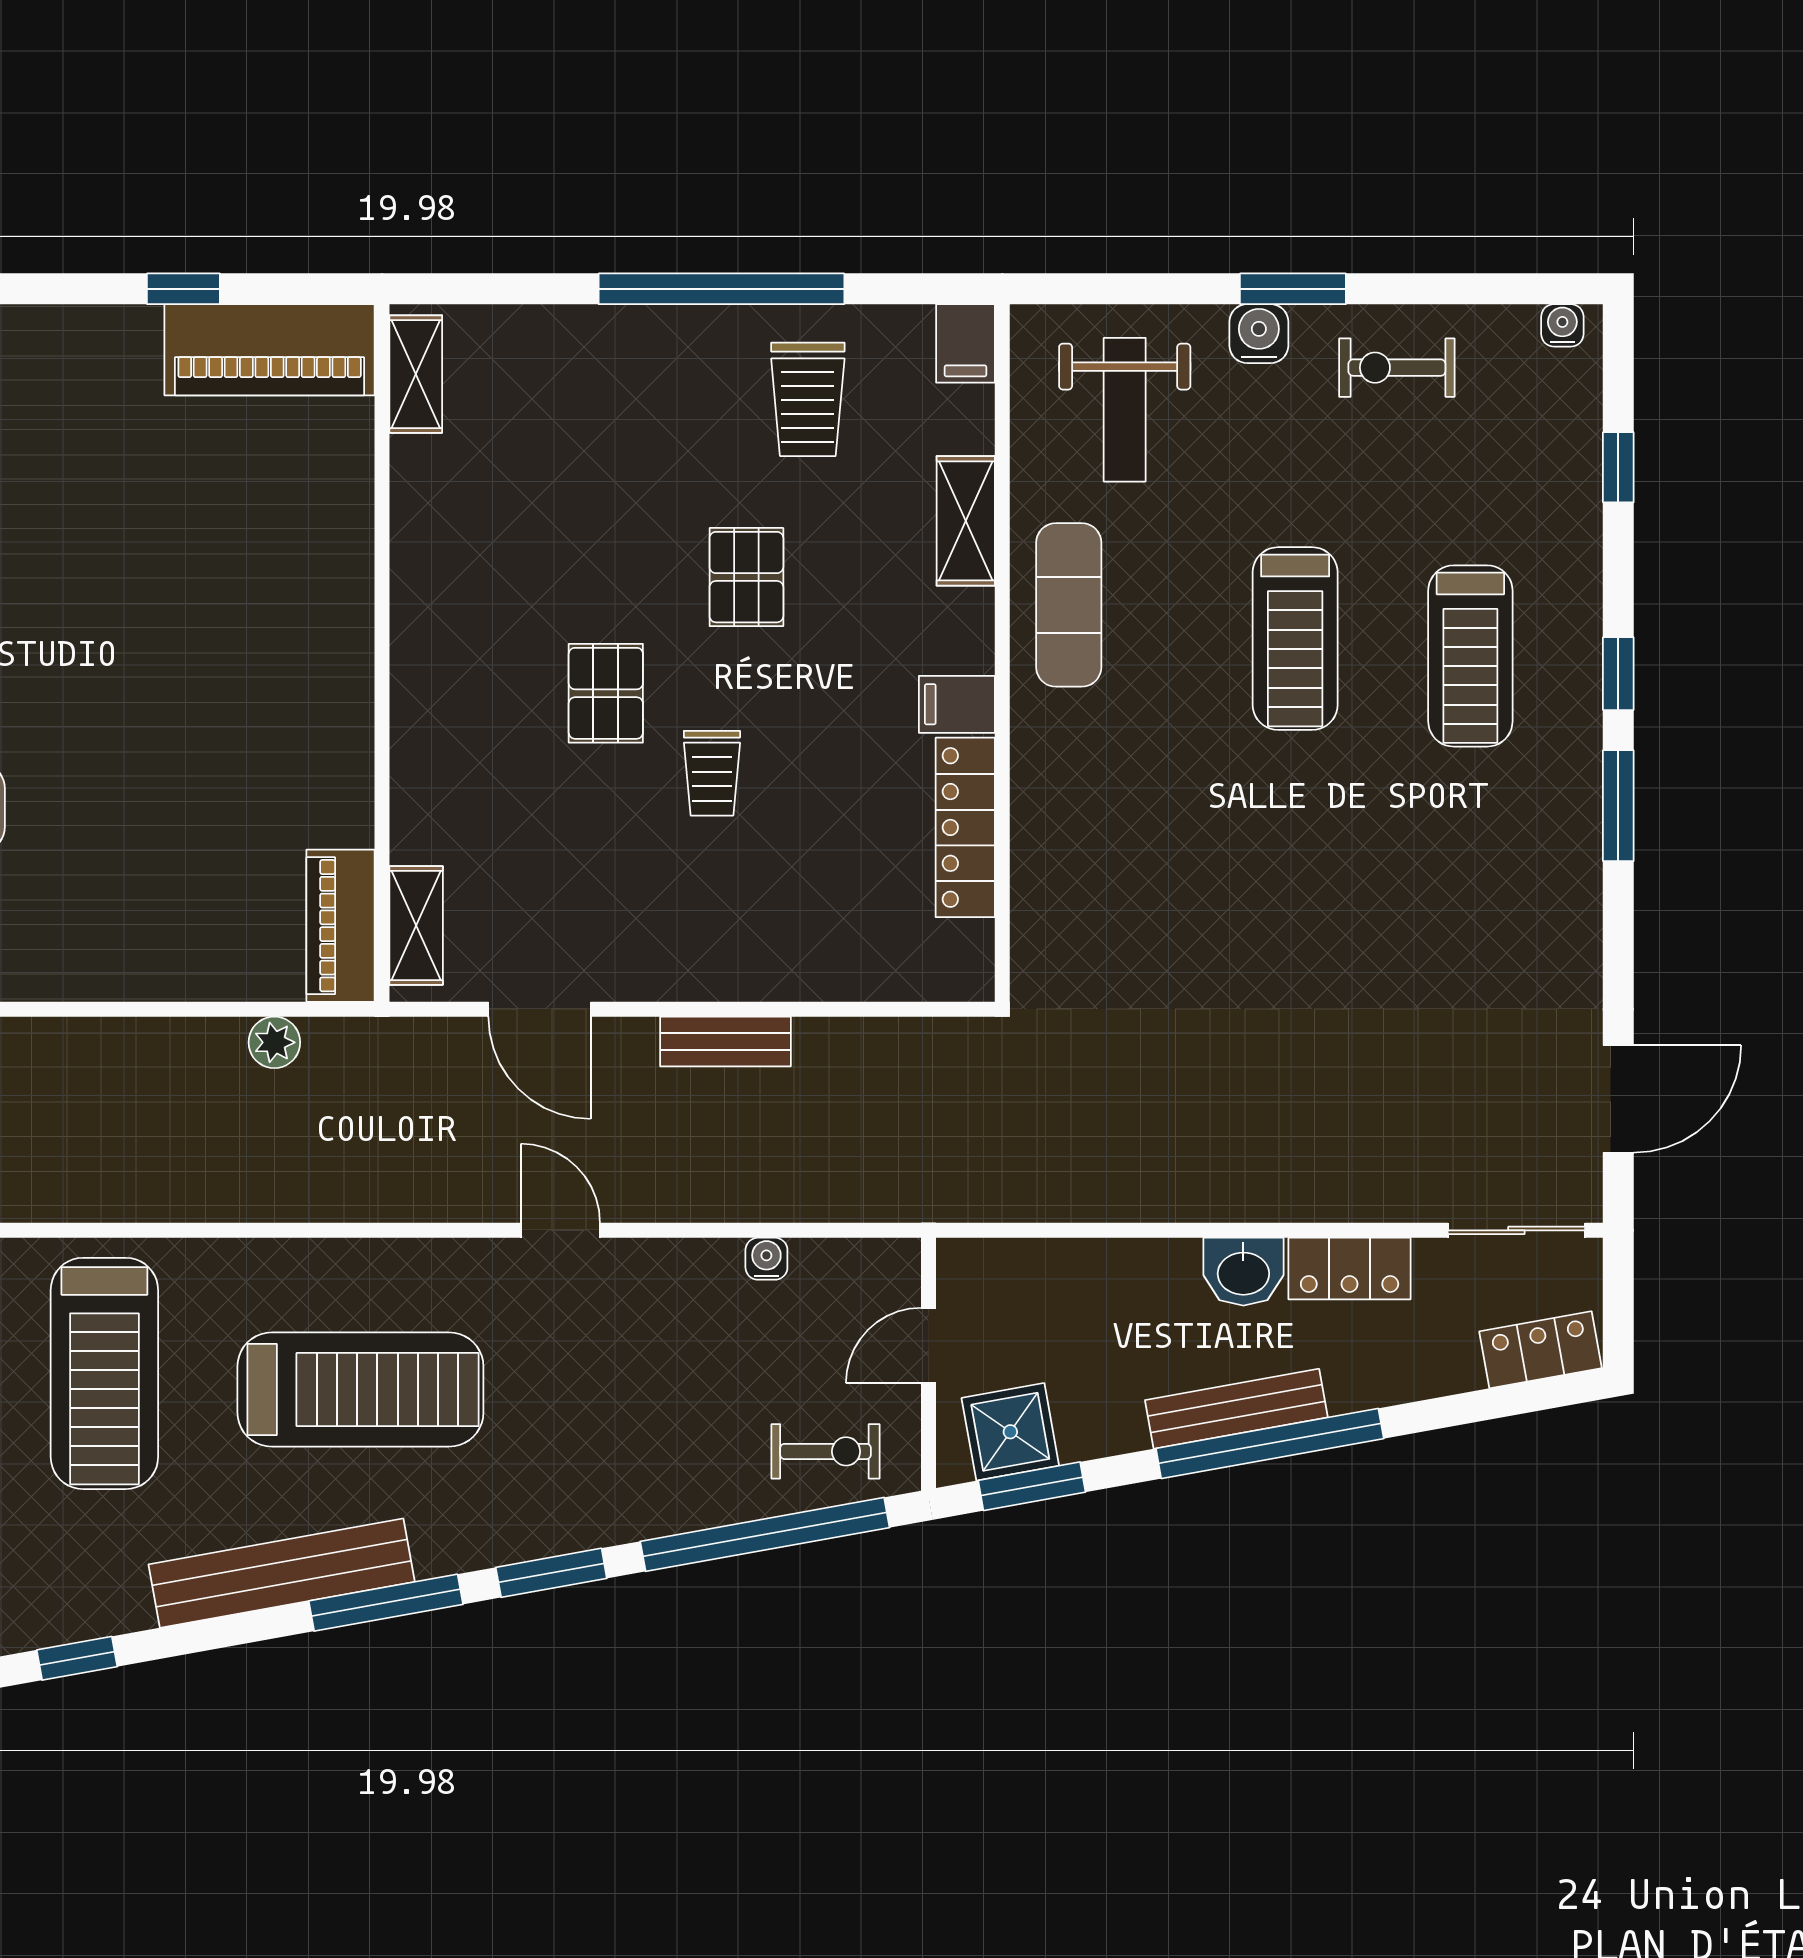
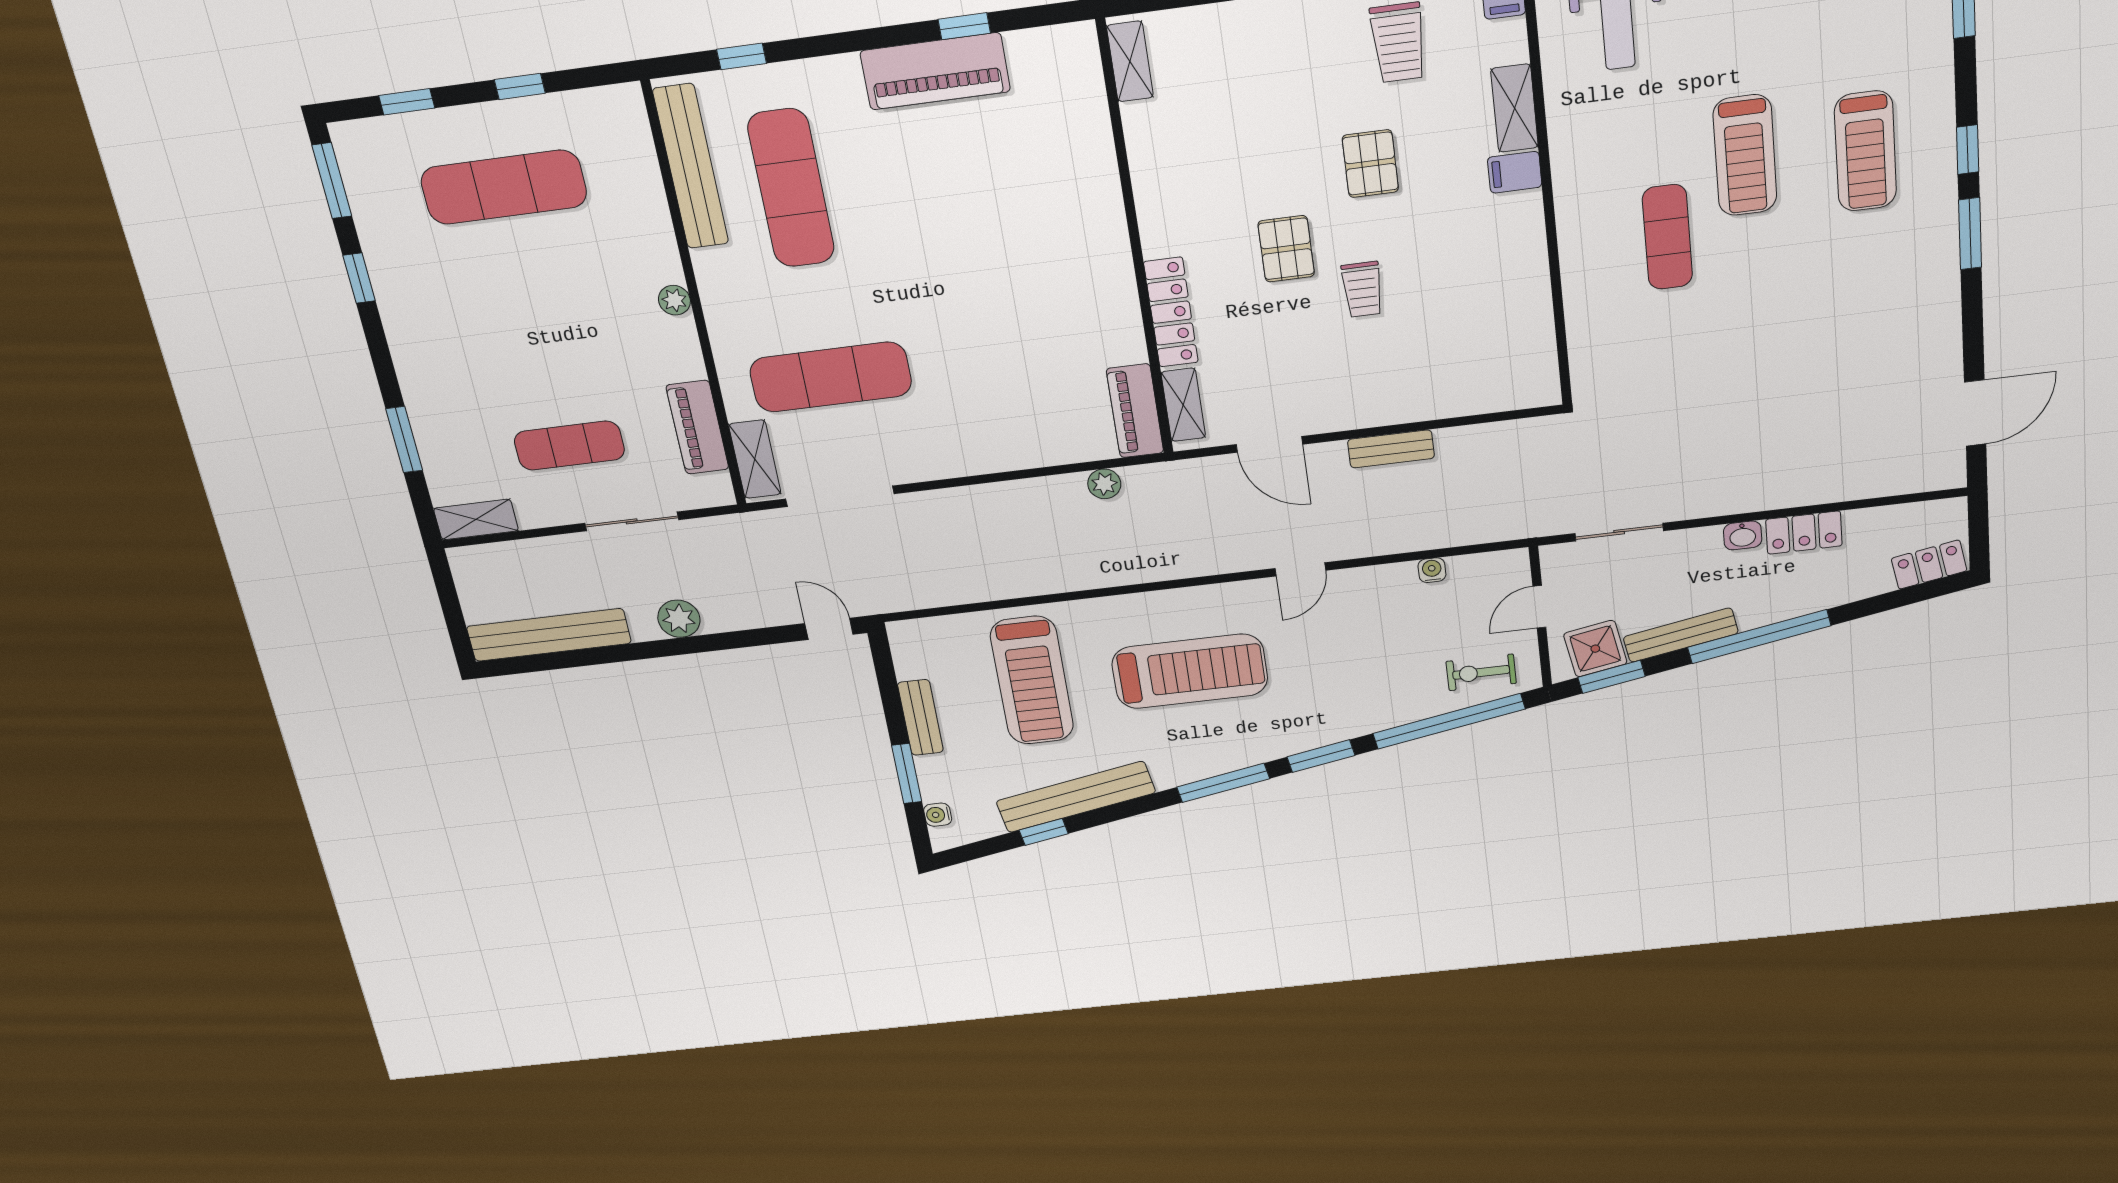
piano: (270, 350) -> (935, 71), moved
exercise mat: (1069, 605) -> (1667, 237), moved
filing cabinet: (957, 704) -> (1515, 172), moved
locker: (965, 827) -> (1171, 312), moved, turned 180
door: (560, 1230) -> (1300, 569), swing flipped
sliding door: (1516, 1230) -> (1619, 532), moved
washbasin: (1243, 1272) -> (1743, 535), width x0.72, depth x0.69
bench: (1236, 1409) -> (1681, 635), moved
exercise bike: (825, 1451) -> (1481, 672), turned 180
bench: (282, 1573) -> (1076, 797), moved

